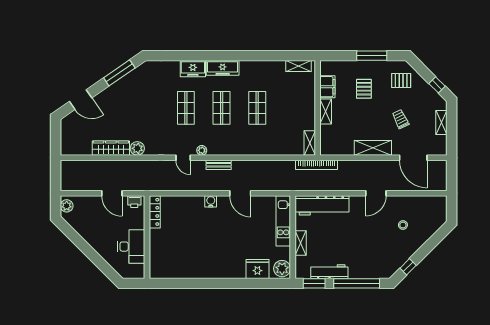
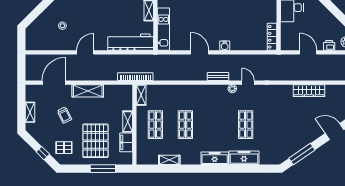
window: (372, 56) -> (103, 169), moved
shelving: (298, 66) -> (169, 160), moved
freezer: (193, 69) -> (244, 158), width x1.40
window: (437, 85) -> (43, 153), moved
pallet: (364, 89) -> (95, 141), width x2.05, depth x2.00
shop shelf: (222, 108) -> (155, 125), moved
plant: (137, 148) -> (287, 90), removed
door: (413, 158) -> (54, 83), hinge flipped
printer: (134, 202) -> (329, 45), moved

